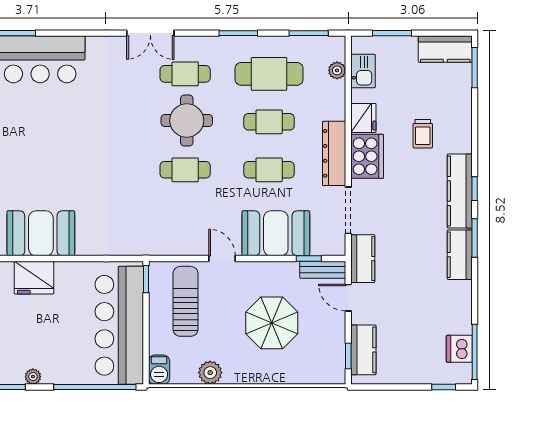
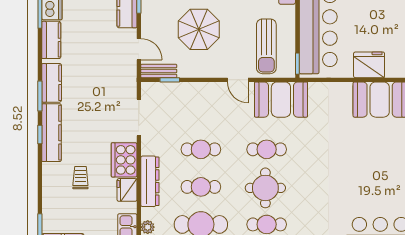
dresser: (334, 153) -> (150, 181), moved
booth: (276, 233) -> (281, 100), moved
kitchen counter: (363, 259) -> (51, 40), moved, turned 180
fridge: (34, 278) -> (369, 65), moved

